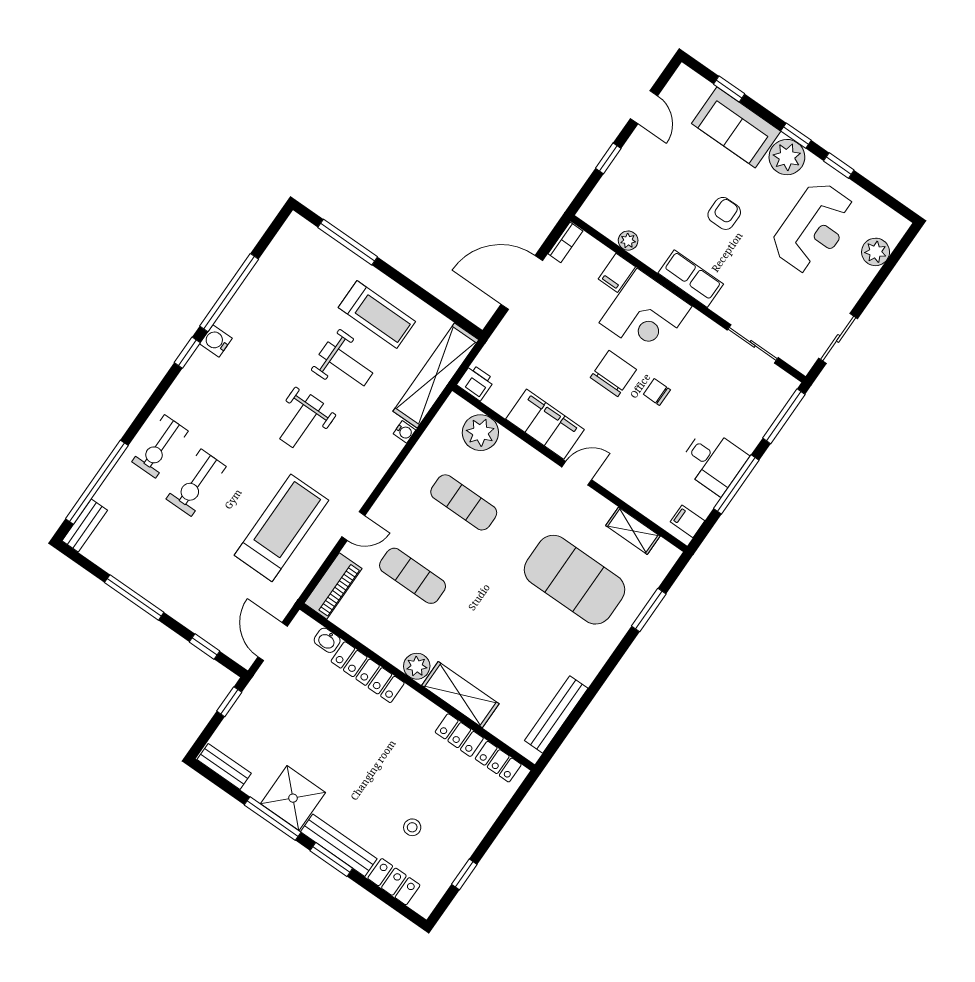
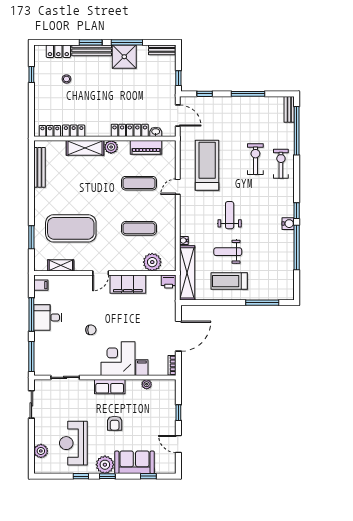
chair: (613, 374) -> (114, 325), removed
treadmill: (281, 528) -> (207, 165), turned 180
piano: (333, 586) -> (146, 147), moved, turned -90

